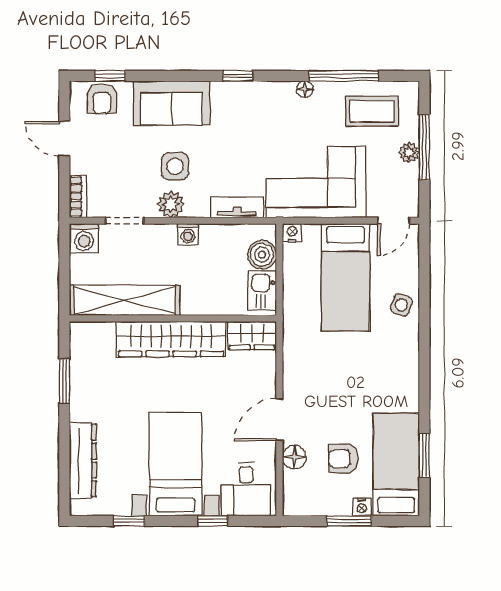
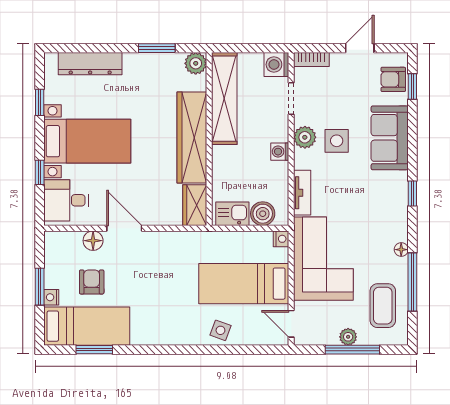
plant: (83, 335) -> (196, 63), added

